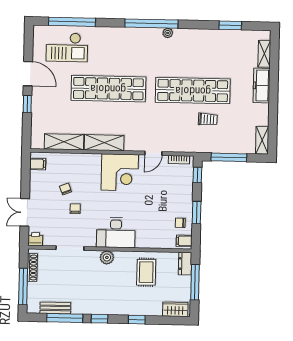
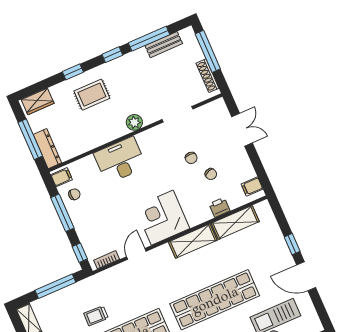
window: (197, 213) -> (62, 213), width x1.44
desk: (116, 233) -> (120, 160), moved
printer: (35, 239) -> (219, 207), moved, turned 180
dresser: (185, 264) -> (47, 149), width x1.44
rug: (146, 272) -> (92, 95), moved, turned 90

